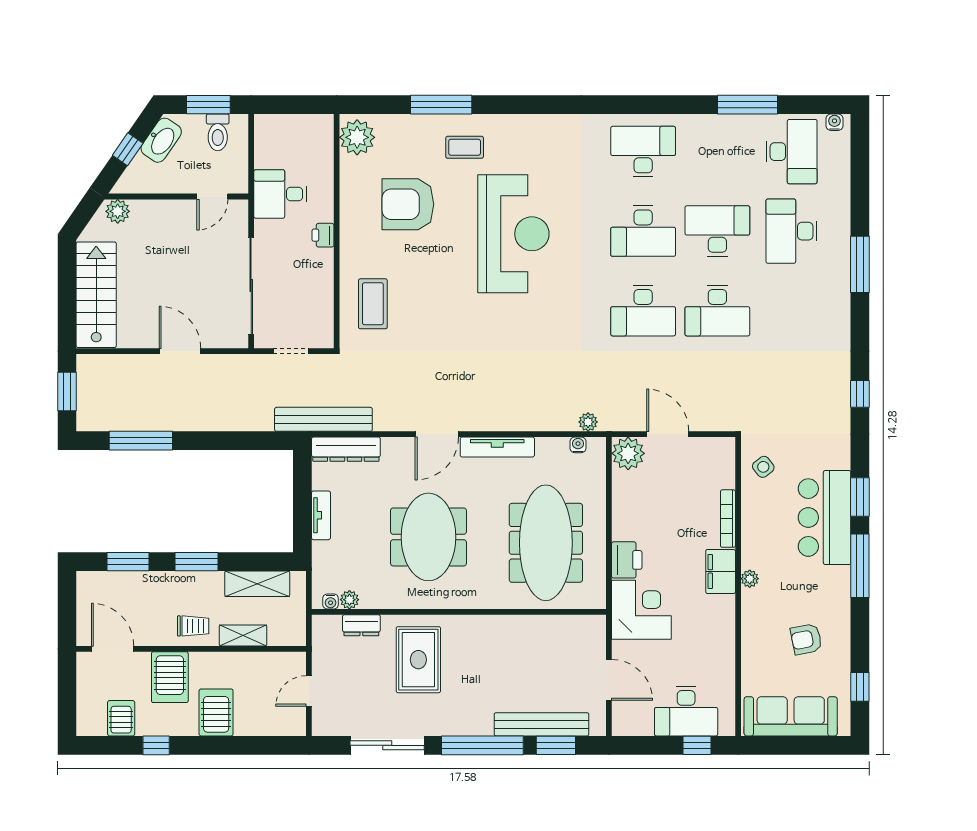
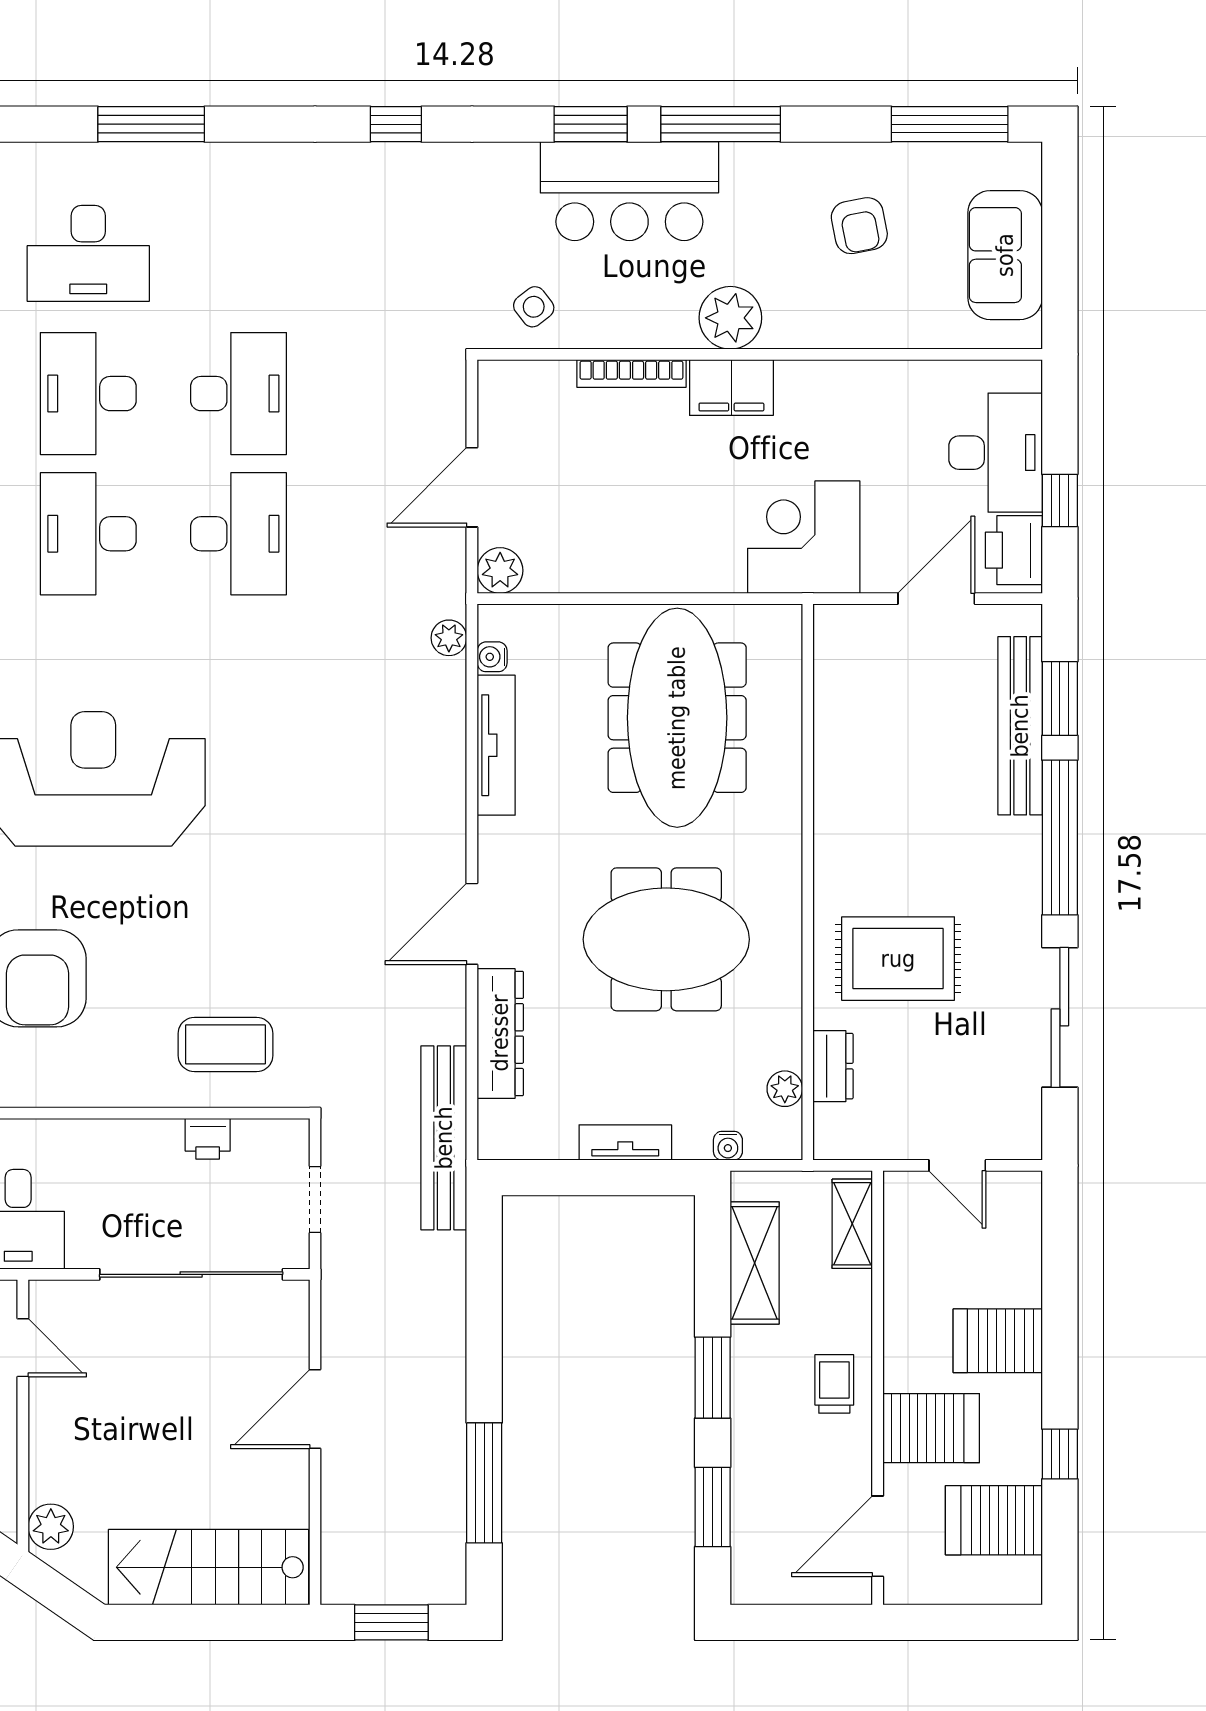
desk: (643, 231) -> (88, 534), turned 180
printer: (323, 235) -> (208, 1139), moved
door: (437, 434) -> (472, 924), swing flipped
tv unit: (497, 447) -> (496, 745), moved
dresser: (346, 449) -> (500, 1033), moved
plant: (628, 453) -> (500, 570), width x0.73, depth x0.73
meeting table: (546, 543) -> (677, 718), turned 90
printer: (627, 560) -> (1014, 550), moved, turned -90
plant: (750, 579) -> (730, 318), width x1.88, depth x1.88
water cooler: (331, 601) -> (728, 1146), moved, turned 90
shelving: (243, 635) -> (852, 1224), moved
window: (860, 687) -> (950, 124), width x2.17
sofa: (791, 716) -> (1005, 255), width x0.73
server rack: (121, 718) -> (994, 1520), width x1.36, depth x1.44
window: (697, 745) -> (1060, 501), moved

